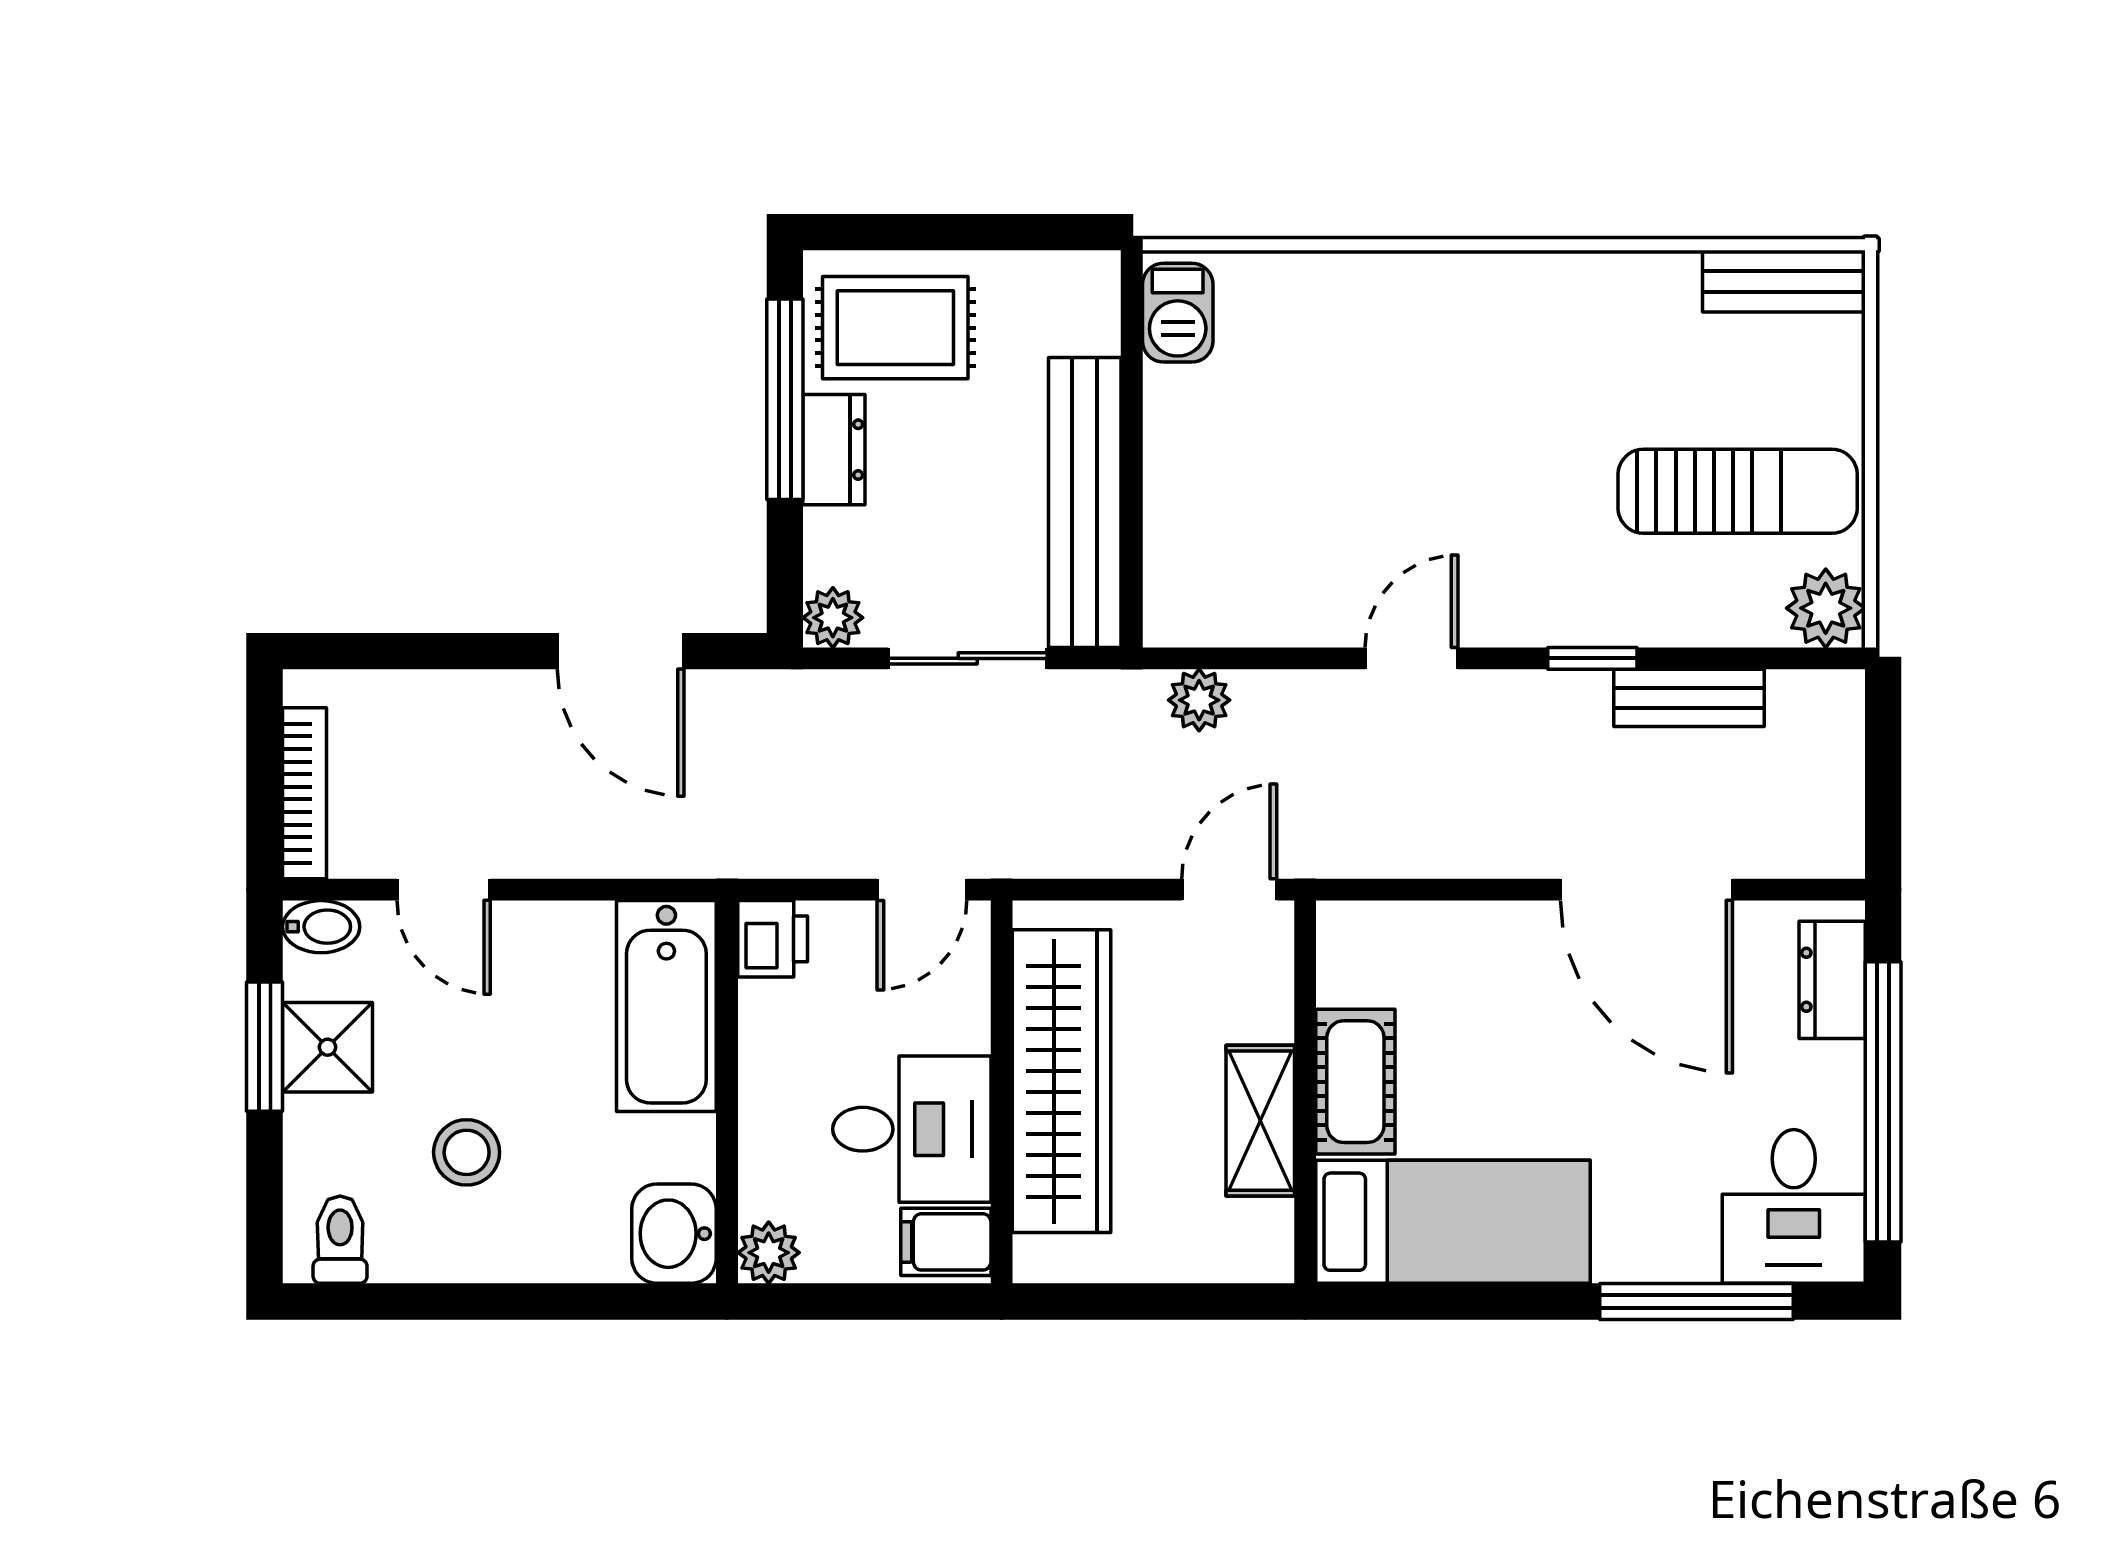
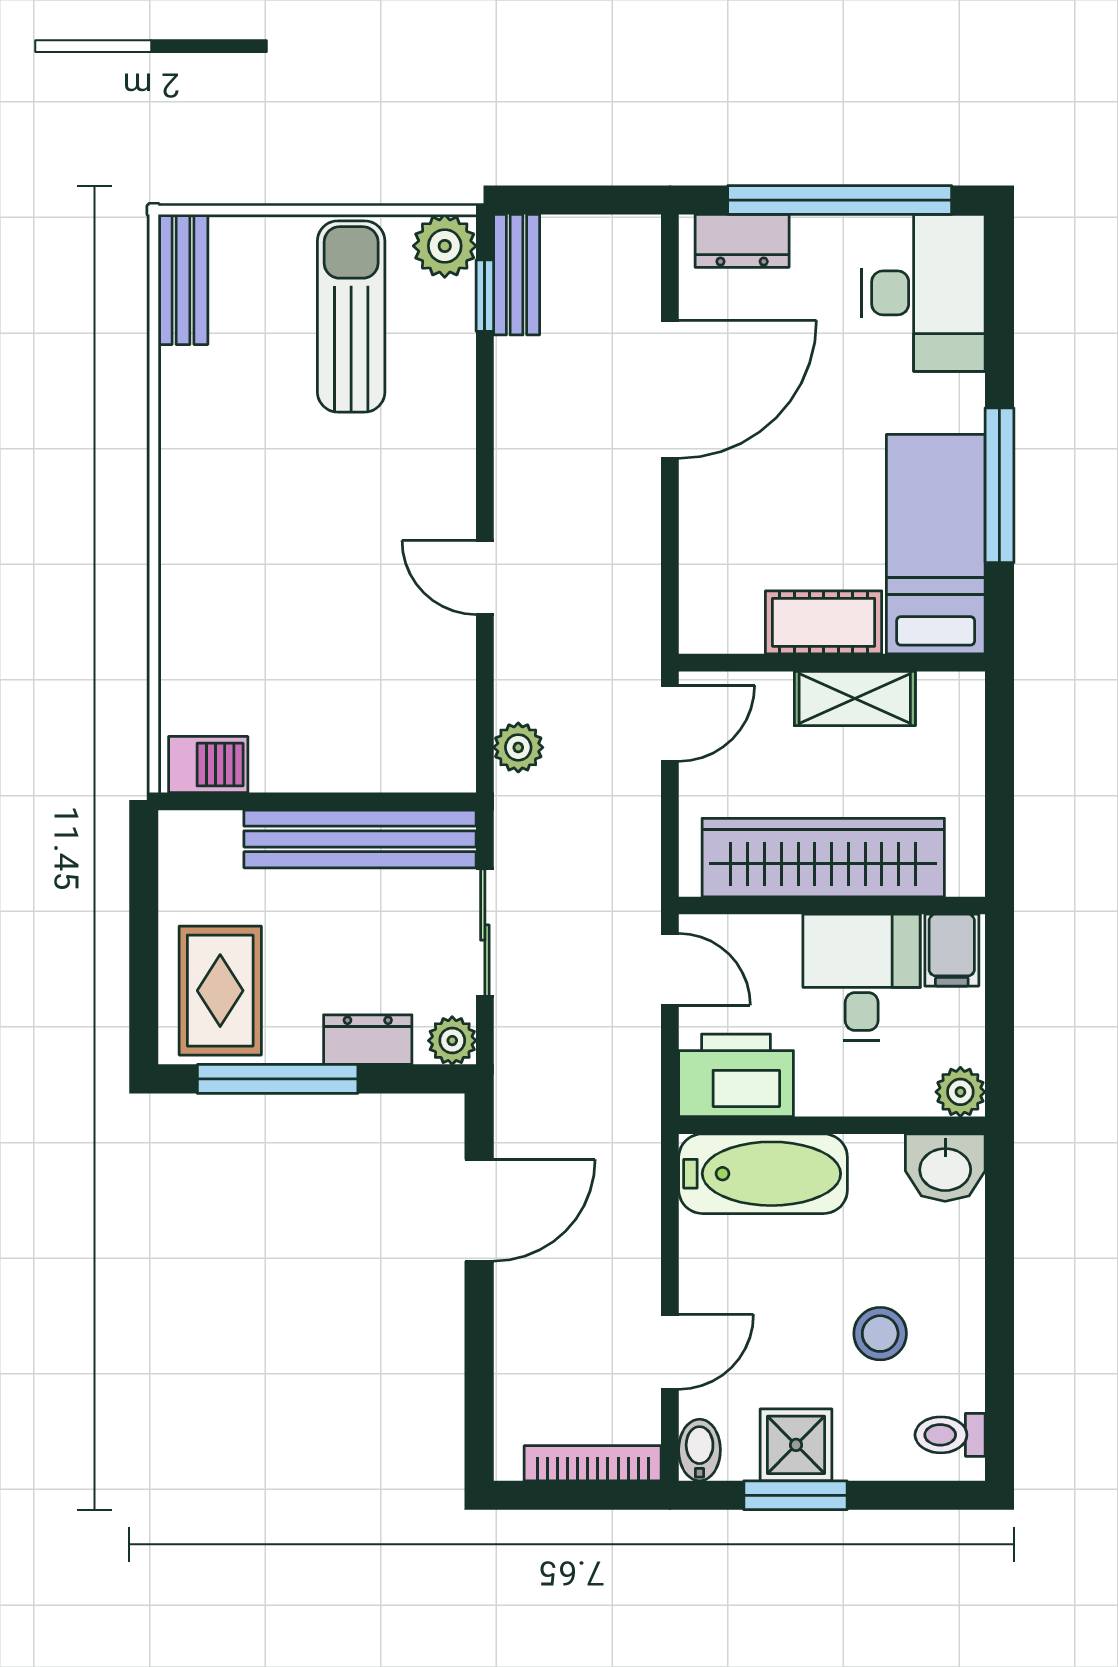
dresser: (834, 450) -> (368, 1040), moved
window: (1592, 658) -> (485, 296), moved
bench: (1689, 698) -> (517, 275), moved
door: (1229, 890) -> (670, 723), swing flipped
printer: (773, 939) -> (736, 1075), width x1.87, depth x1.48
desk: (1794, 1206) -> (923, 293), width x1.37
window: (1696, 1302) -> (999, 485), moved

